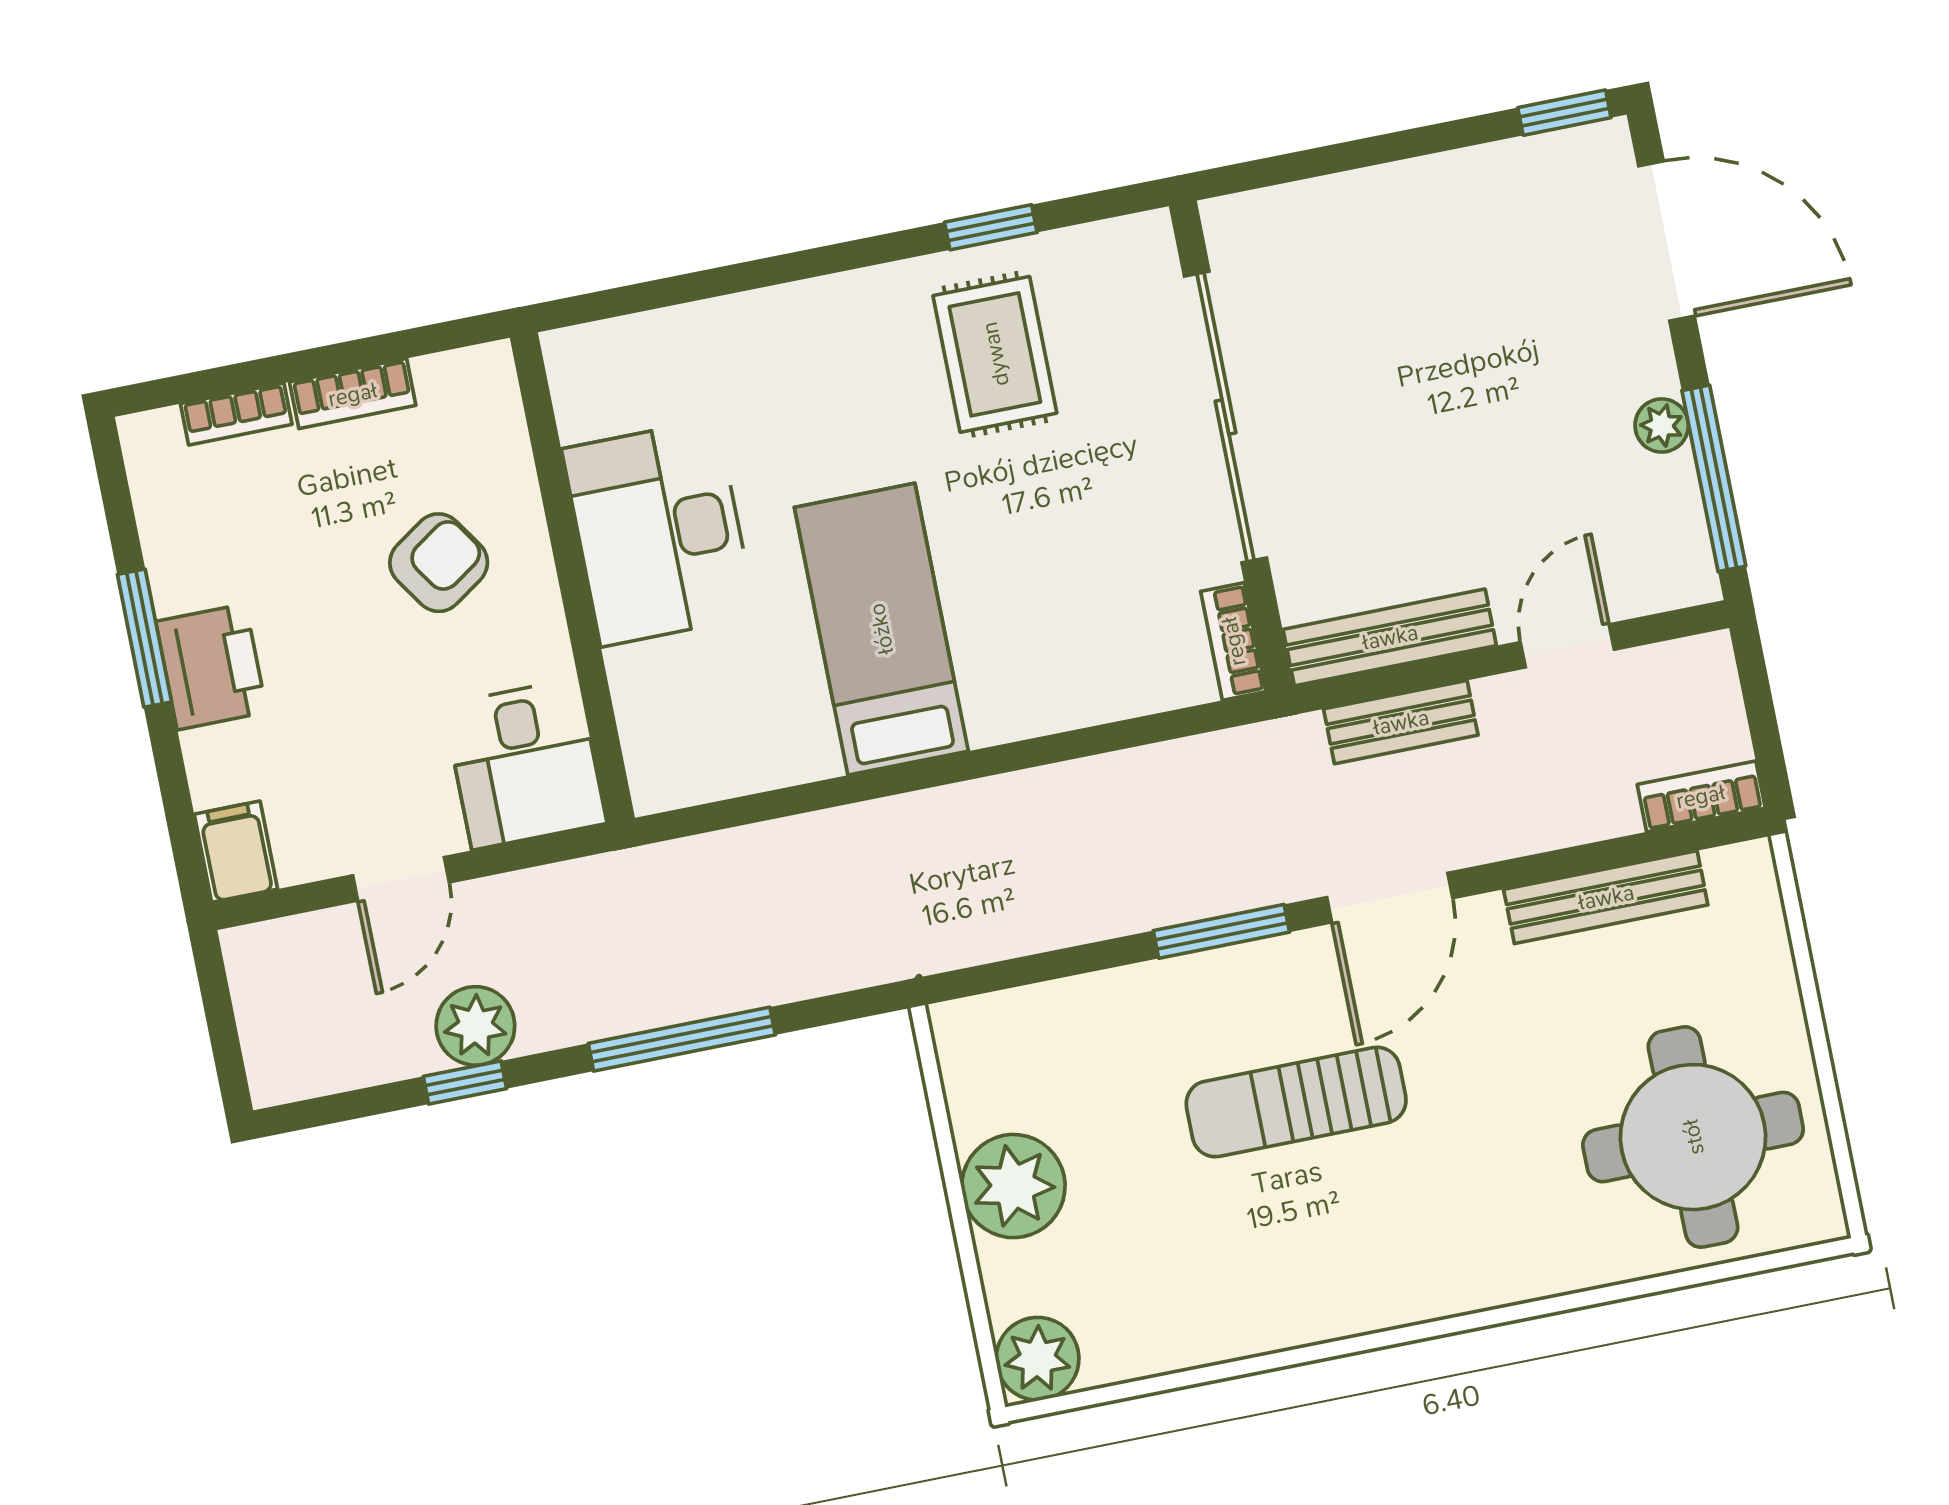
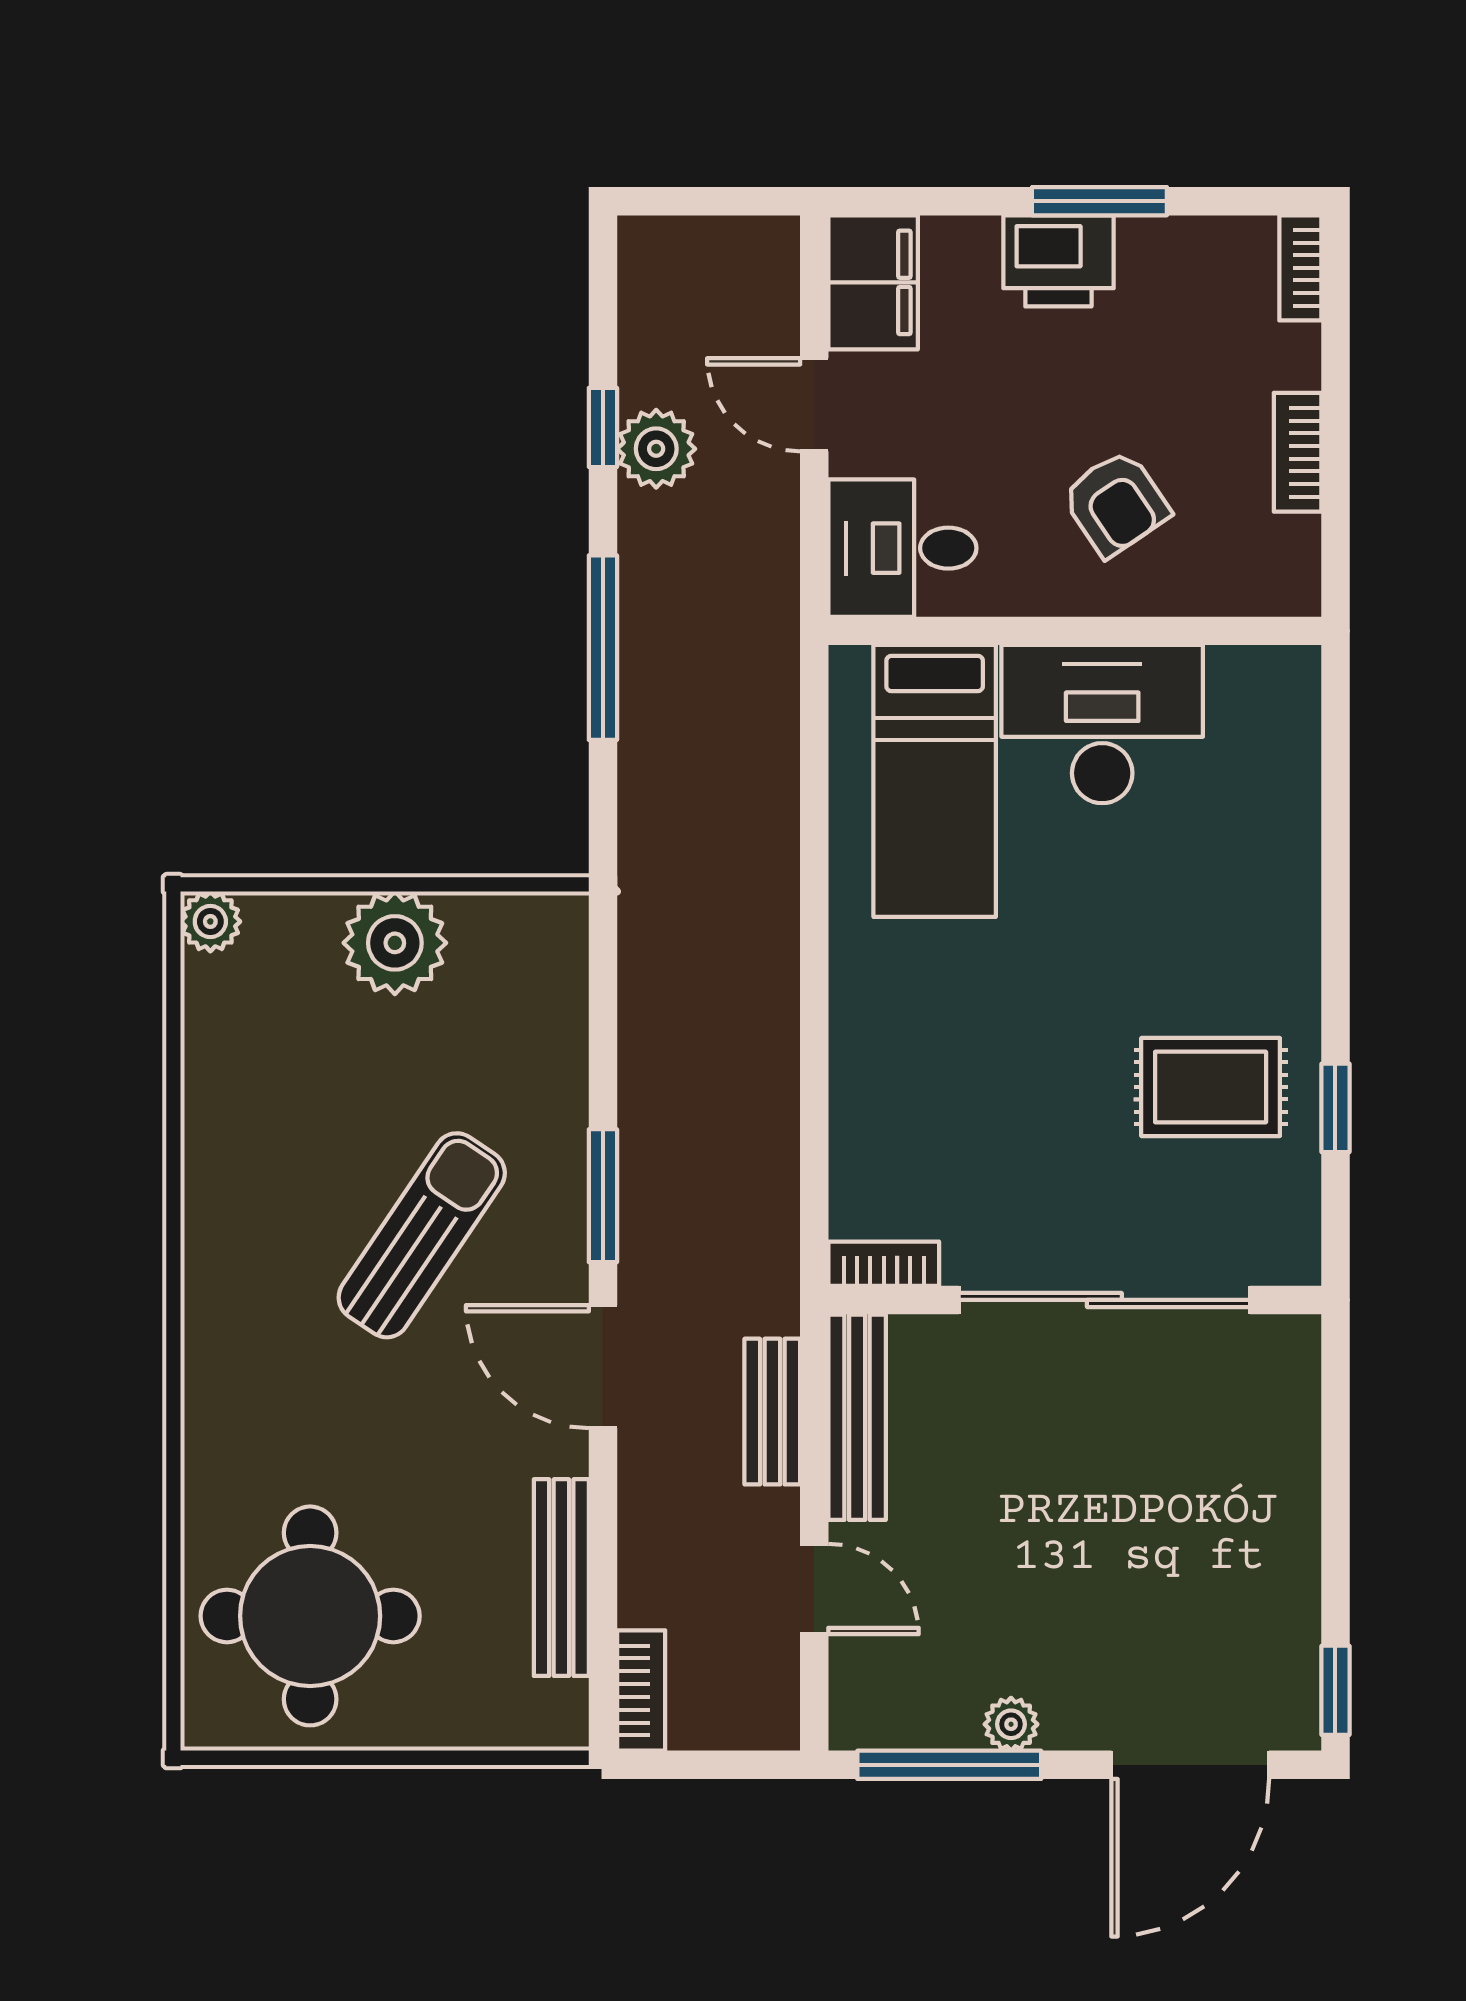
bookcase: (236, 414) -> (1300, 268), moved
bed: (881, 629) -> (935, 781), moved, turned 90
filing cabinet: (236, 852) -> (873, 282), width x2.00
sun lounger: (1296, 1102) -> (422, 1235), turned 34
plant: (1038, 1359) -> (210, 921), width x0.73, depth x0.73

